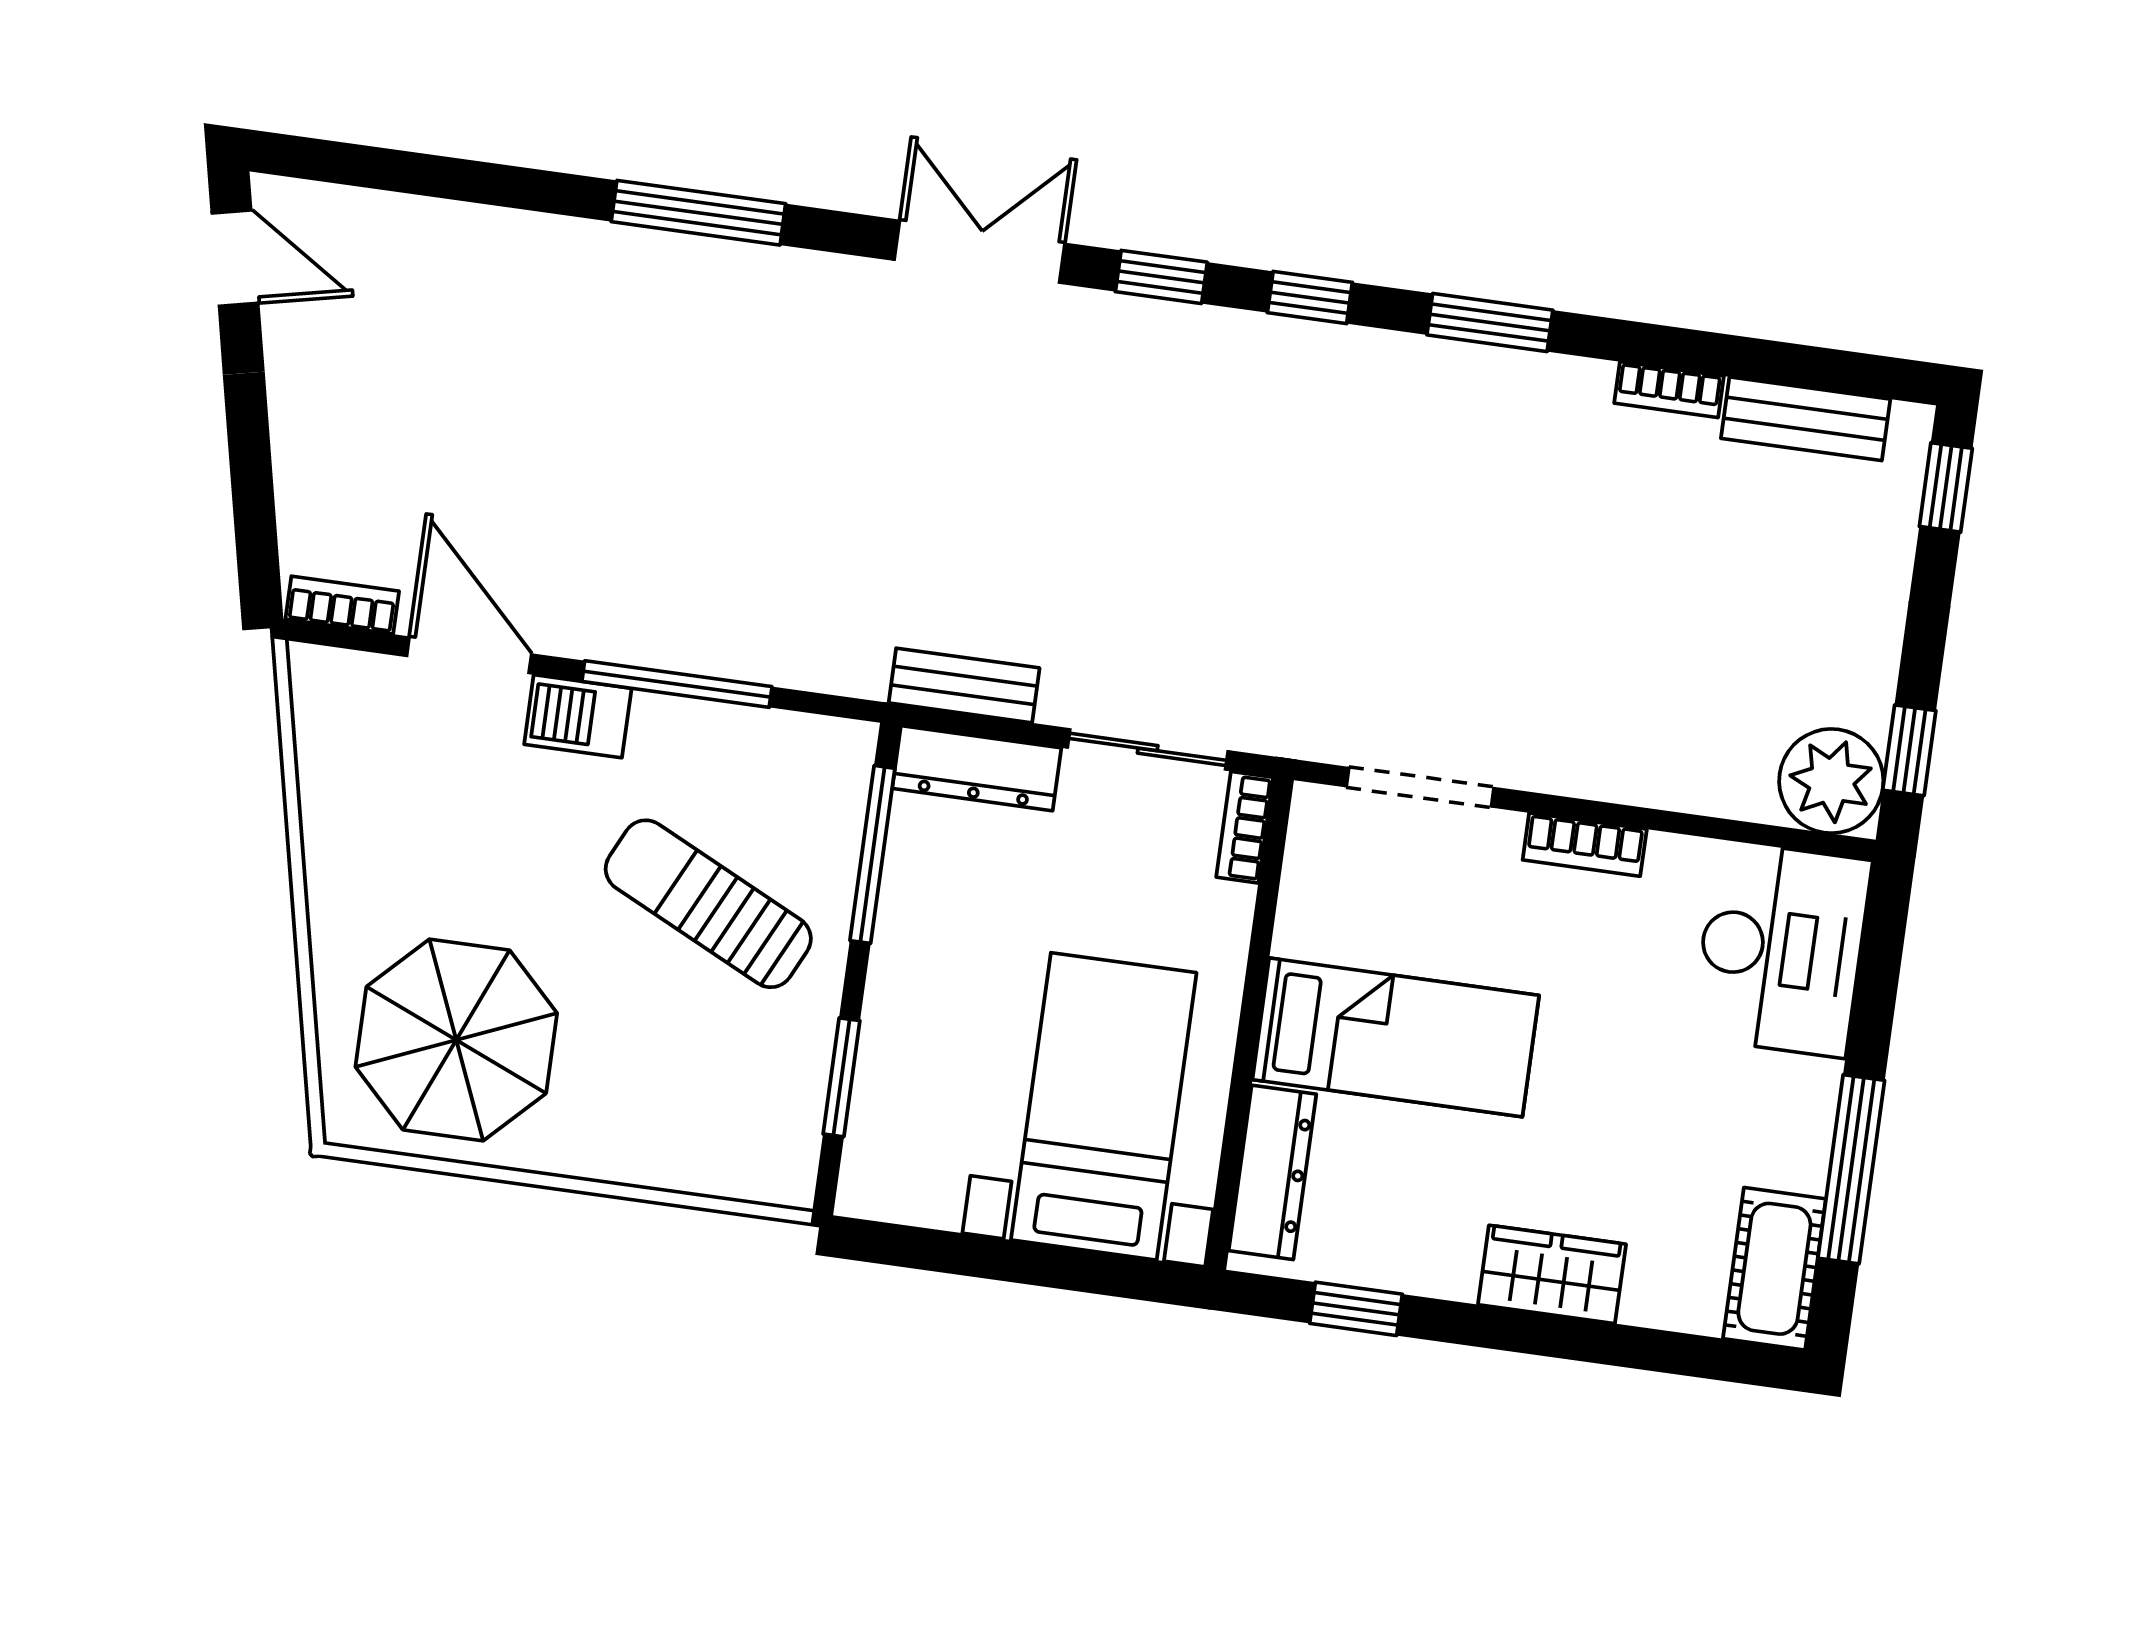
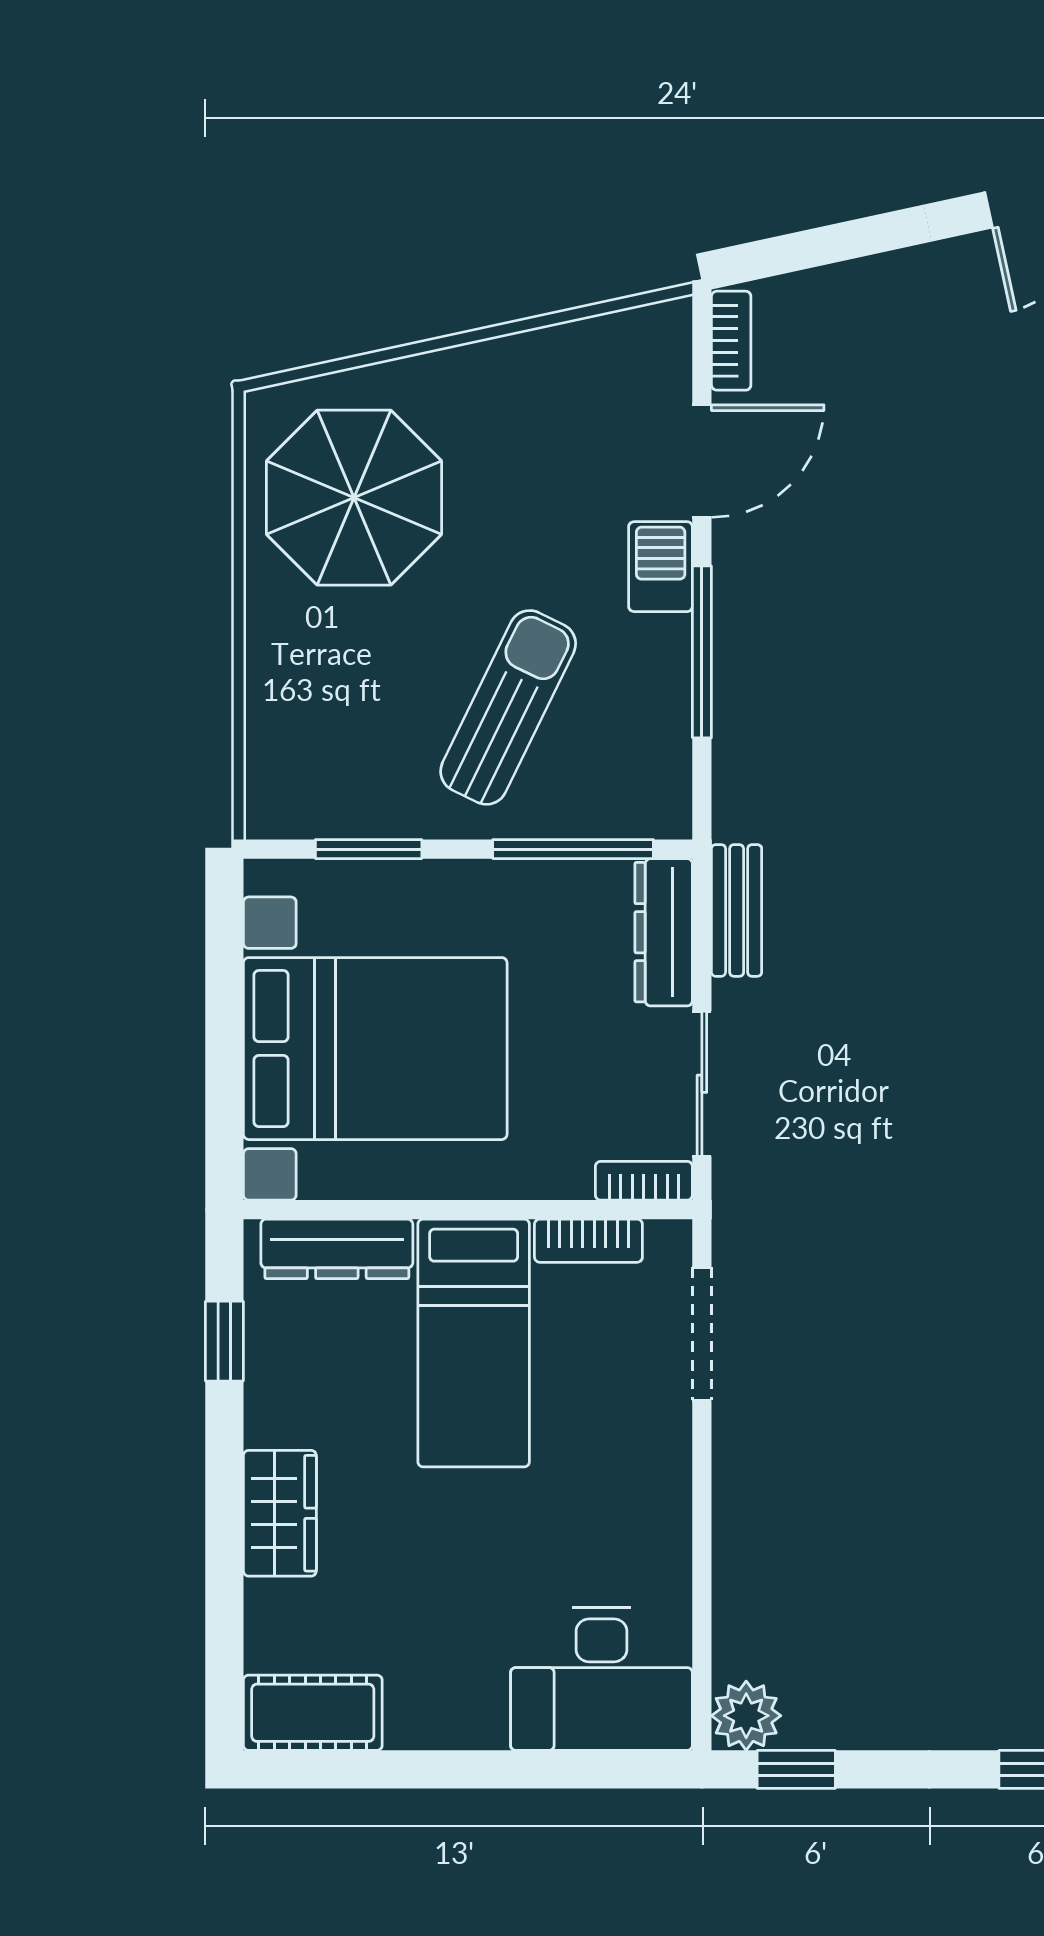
plant: (1831, 781) -> (746, 1716), width x0.73, depth x0.73
bookcase: (1585, 845) -> (588, 1241), moved, turned -90
bed with nightstands: (1104, 1106) -> (375, 1049), width x1.36
window: (1851, 1169) -> (412, 1769), removed

